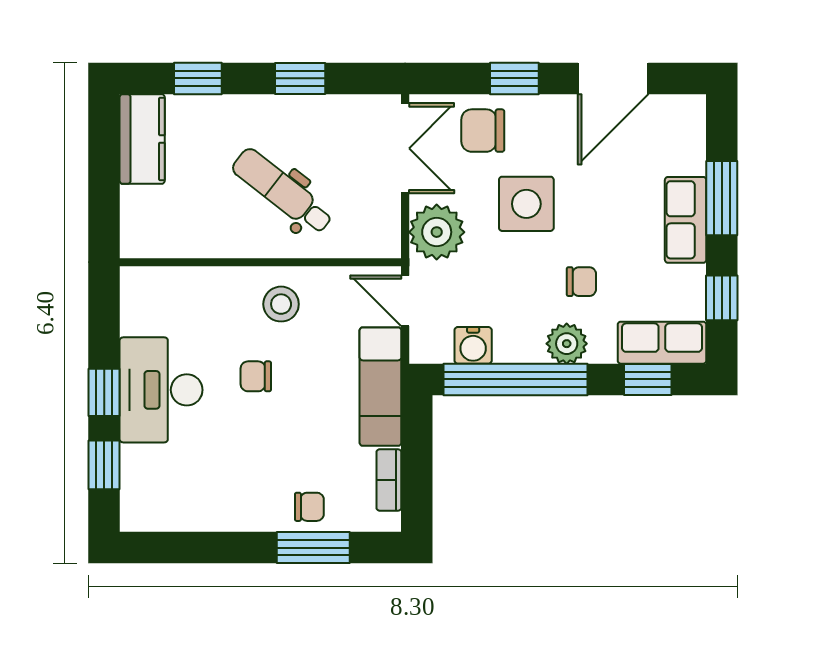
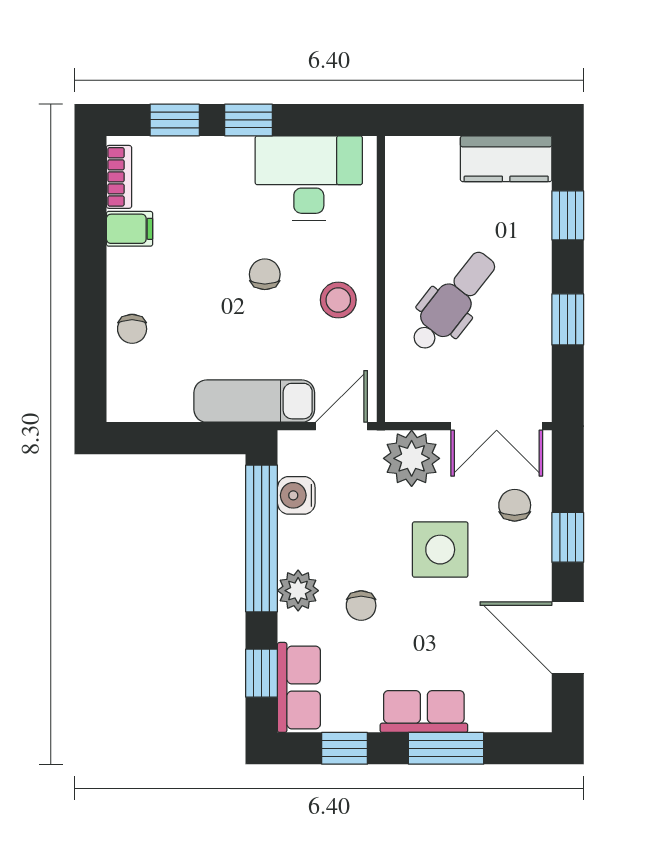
chair: (483, 131) -> (515, 505), width x0.73, depth x0.73
desk: (161, 390) -> (309, 178), moved
bookcase: (389, 480) -> (119, 177), moved, turned 90
filing cabinet: (211, 509) -> (130, 229), added
window: (313, 548) -> (91, 333), removed

